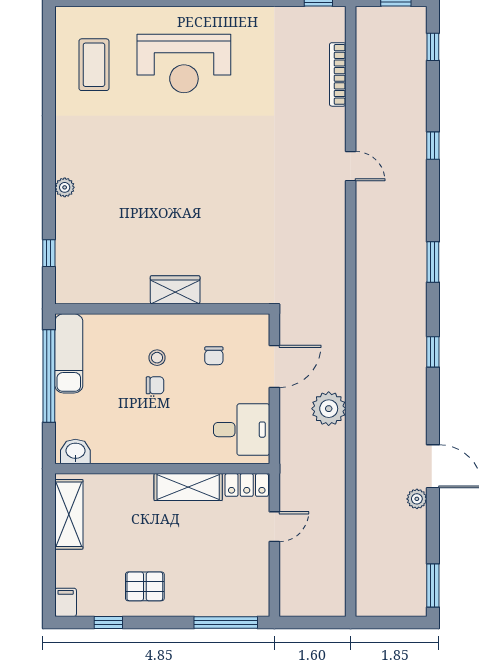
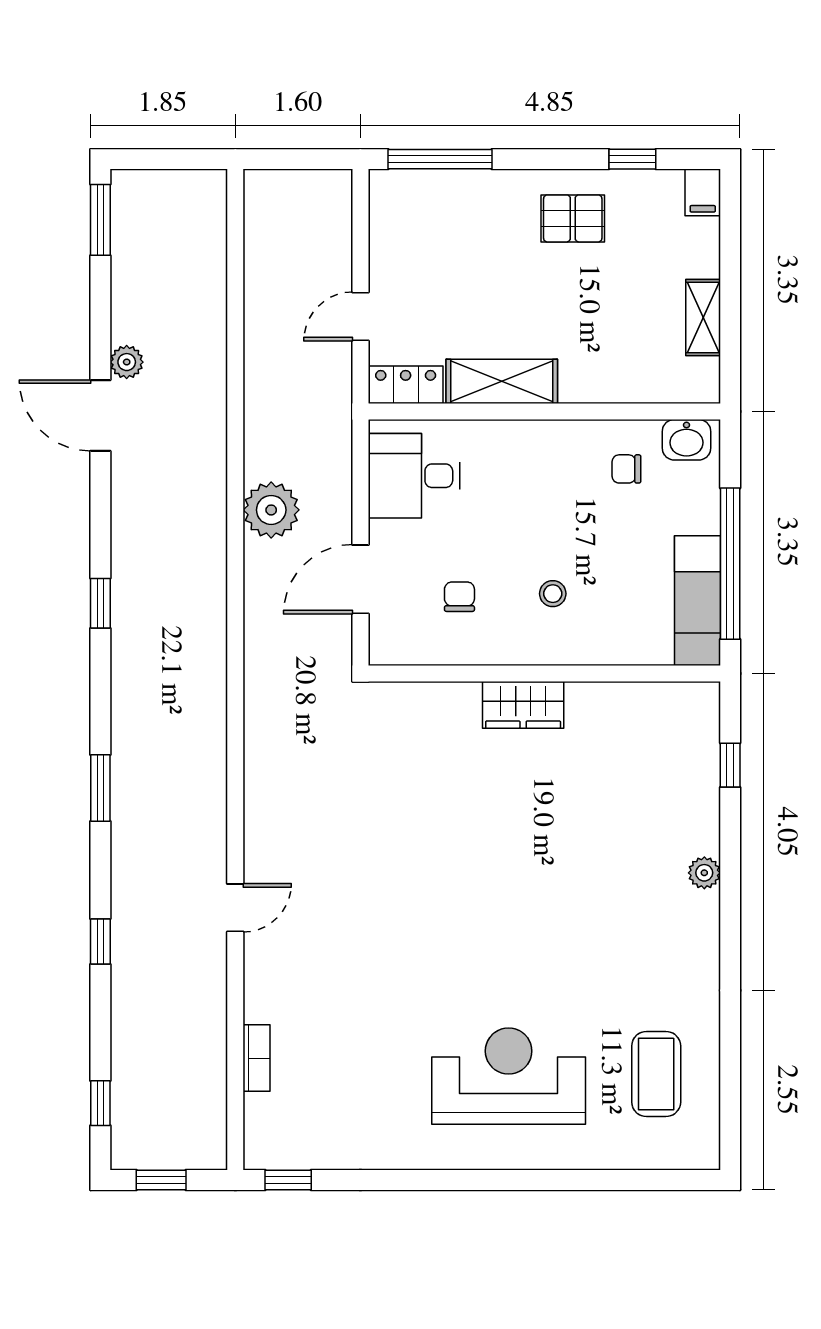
bookcase: (338, 74) -> (256, 1058), width x0.64
door: (351, 166) -> (235, 908), swing flipped
window: (433, 262) -> (100, 788), moved
chair: (155, 385) -> (626, 469), moved
shelving: (69, 514) -> (703, 318), width x0.67, depth x0.75

